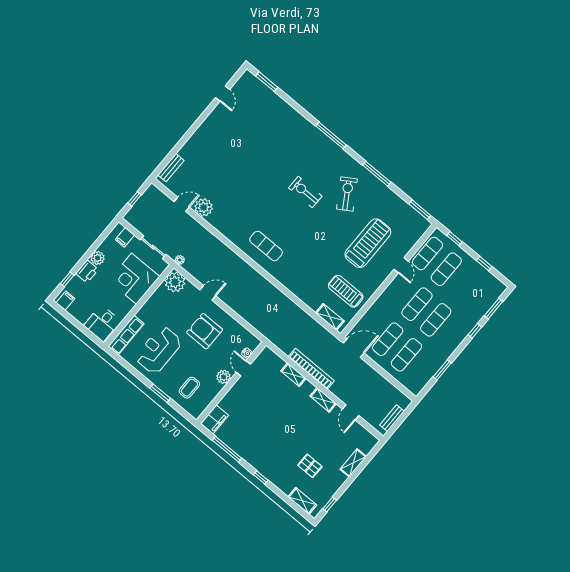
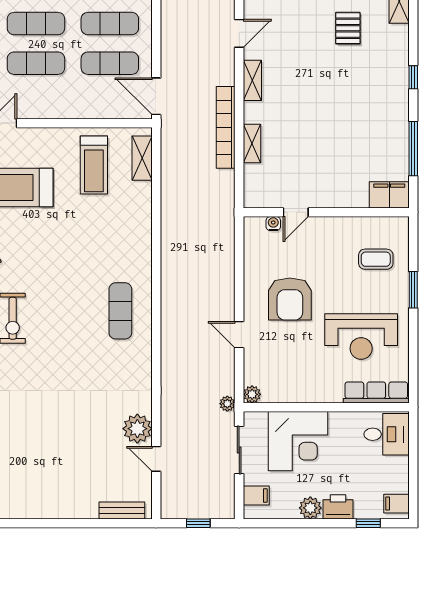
plant: (175, 282) -> (252, 394), width x0.53, depth x0.53
plant: (224, 377) -> (327, 228), removed

